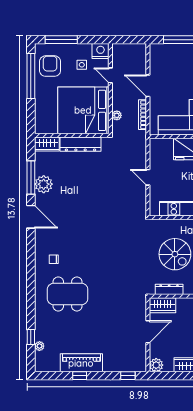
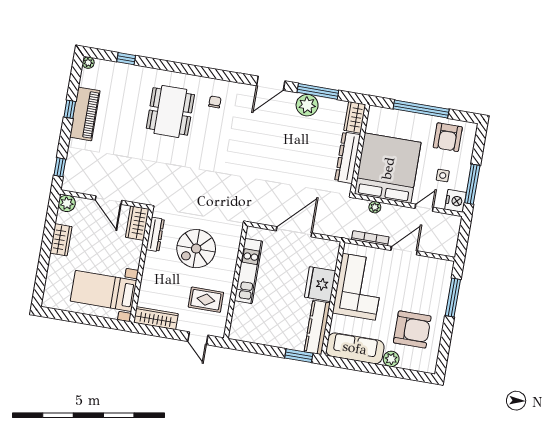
window: (61, 40) -> (472, 184), moved
armchair: (50, 66) -> (448, 137), turned 90
window: (31, 76) -> (421, 109), moved
door: (148, 177) -> (294, 232), width x1.88
plant: (39, 346) -> (88, 63), moved

